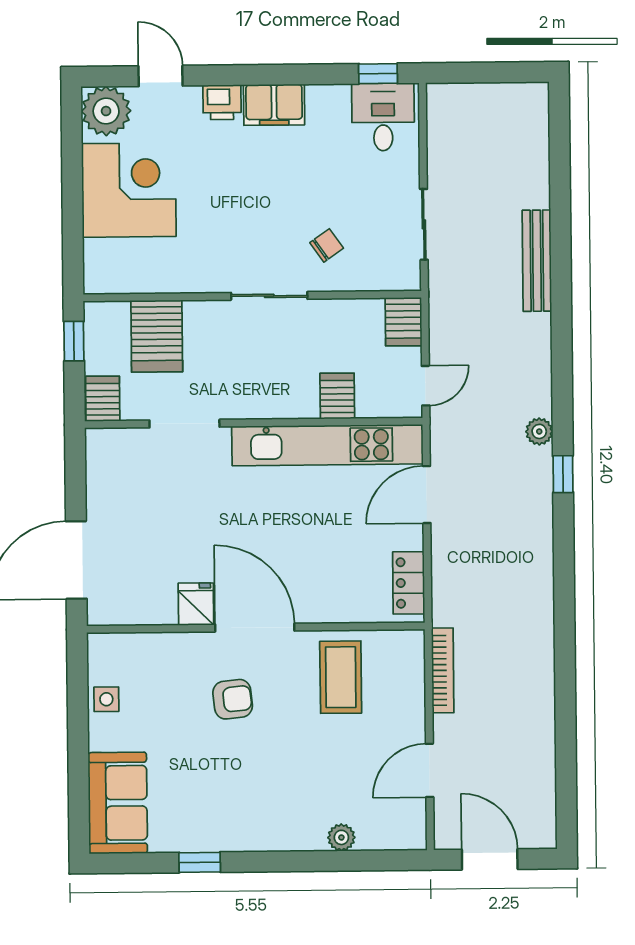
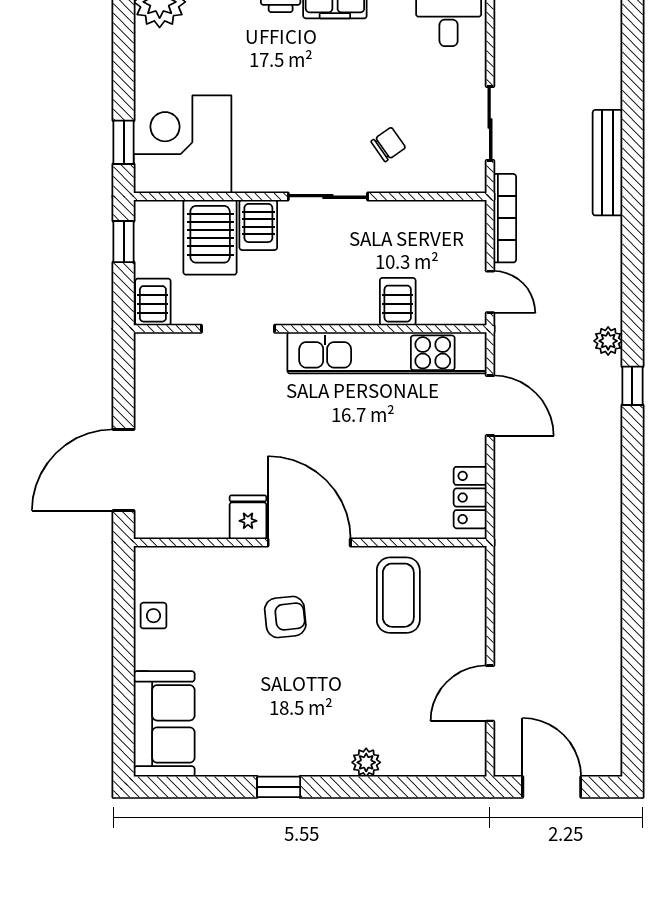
corner desk: (129, 190) -> (183, 144), moved, turned -90
window: (73, 246) -> (124, 142), added
server rack: (404, 322) -> (258, 225), moved
door: (426, 386) -> (490, 292), hinge flipped
door: (427, 495) -> (490, 406), swing flipped
bookcase: (443, 670) -> (505, 218), moved
plant: (341, 837) -> (366, 762), moved
window: (200, 862) -> (279, 787), moved

